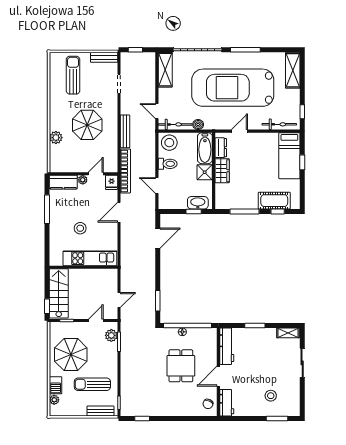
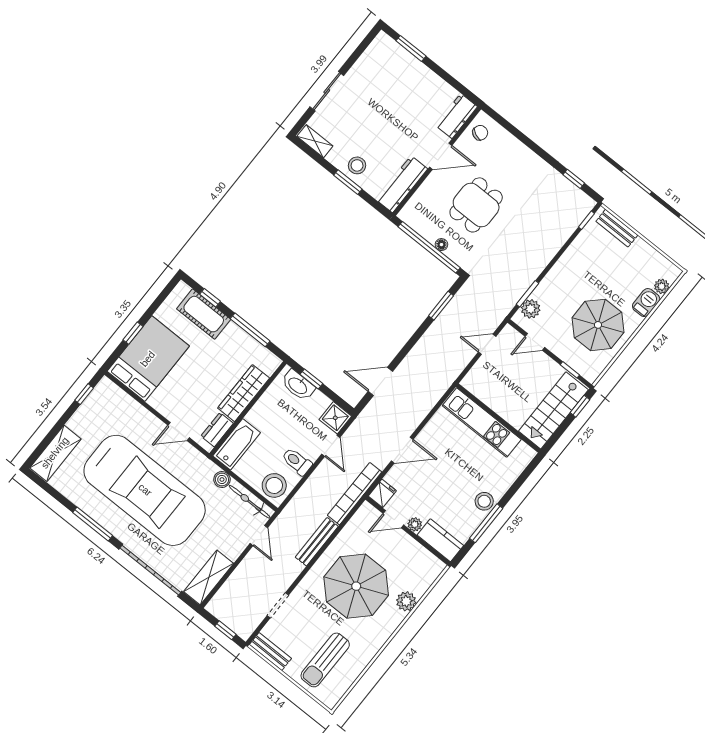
bicycle: (279, 124) -> (124, 401), removed
parasol: (87, 125) -> (356, 586), width x1.36, depth x1.36
bed: (289, 156) -> (148, 359), width x1.50
wardrobe: (222, 171) -> (244, 393), width x1.50
shower: (205, 172) -> (335, 418), moved
stool: (80, 228) -> (484, 501), moved
sun lounger: (92, 384) -> (601, 268), removed
stool: (271, 396) -> (357, 165), moved

